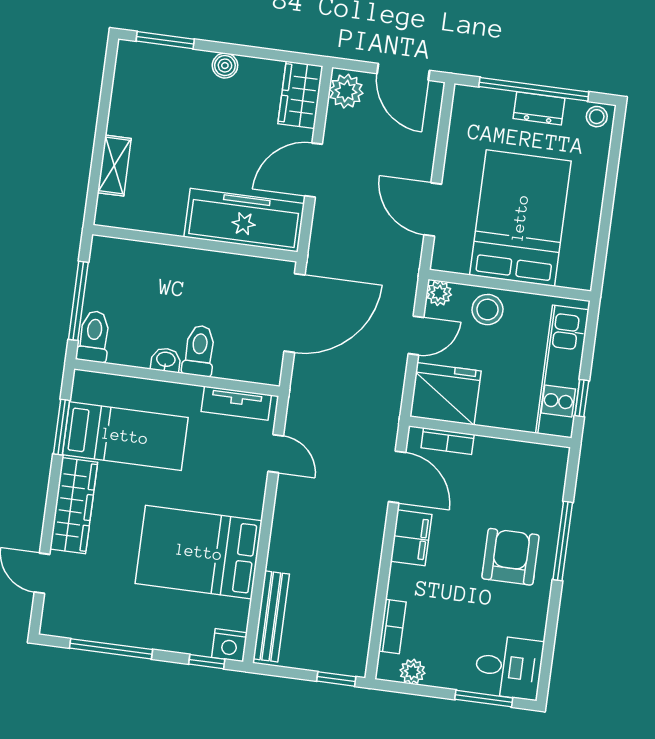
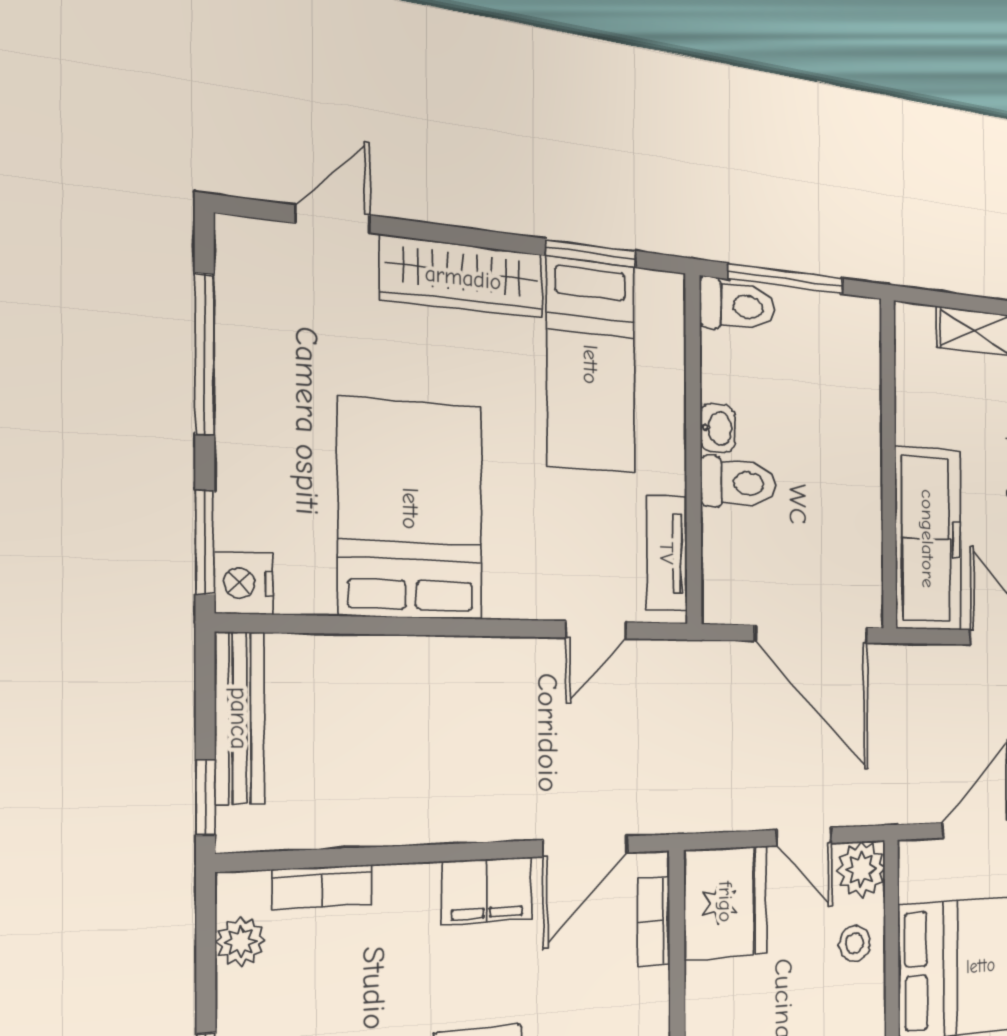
plant: (439, 293) -> (861, 869), width x1.38, depth x1.38
stool: (487, 310) -> (855, 944), width x0.73, depth x0.73
bench: (271, 616) -> (240, 718), moved, turned 90
window: (207, 662) -> (205, 542), width x1.50

